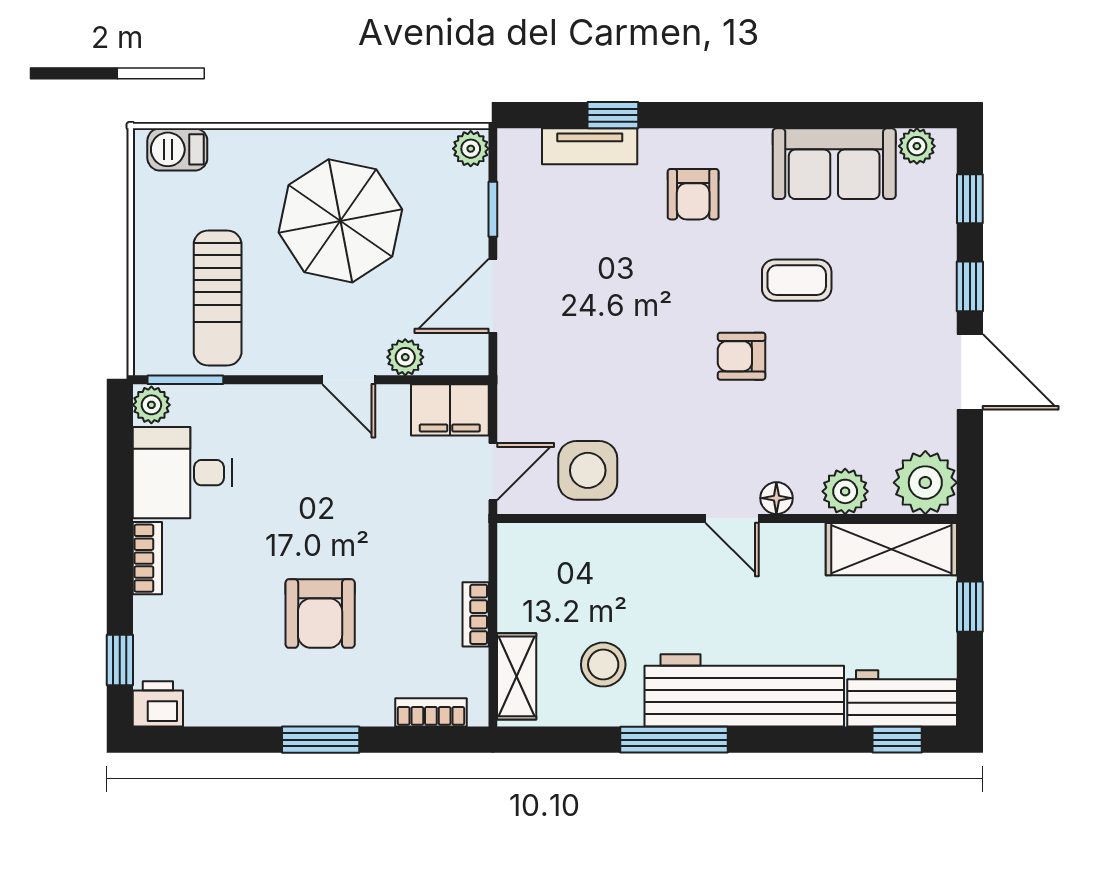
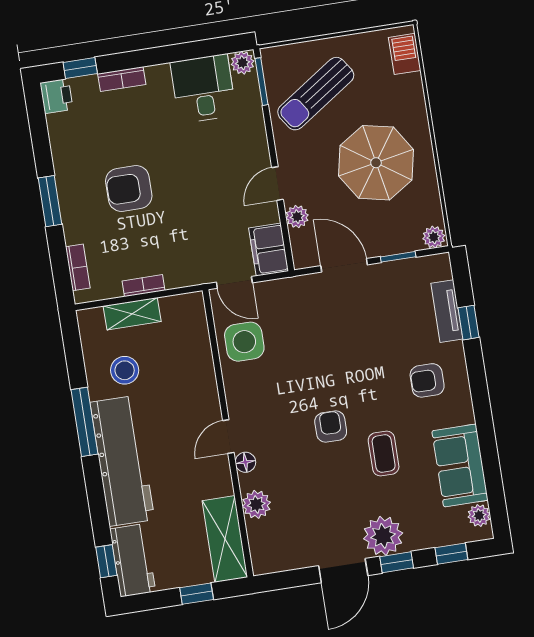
sun lounger: (218, 298) -> (316, 94), turned -34
plant: (925, 483) -> (383, 536), moved
bookcase: (147, 558) -> (122, 79), moved
shelving: (517, 676) -> (132, 314), moved

